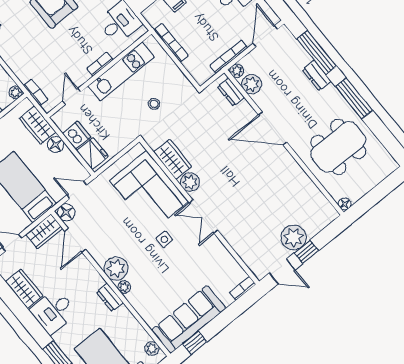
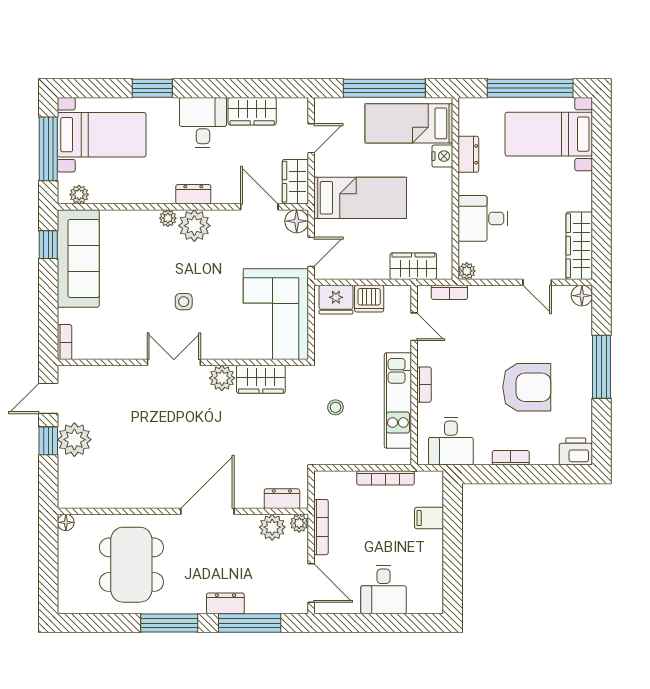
floor lamp: (56, 144) -> (377, 269), removed
corner sofa: (149, 191) -> (276, 314), moved, turned -90
dresser: (110, 297) -> (193, 194), moved

